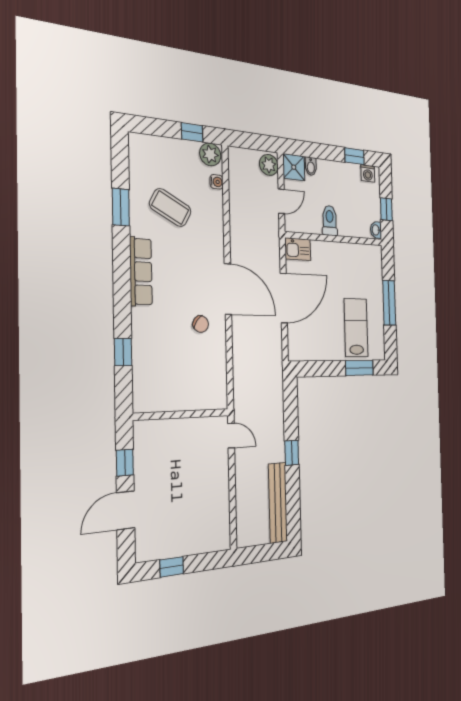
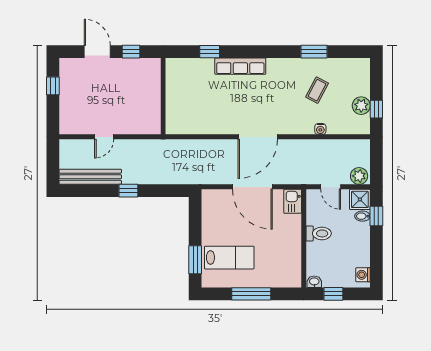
plant: (210, 154) -> (361, 106), moved
window: (354, 156) -> (376, 216), moved
water cooler: (217, 182) -> (320, 129), moved
coffee table: (170, 208) -> (317, 90), width x0.73, depth x0.77
row of seats: (141, 272) -> (240, 66), moved
chair: (201, 324) -> (230, 113), removed
door: (231, 436) -> (104, 137), moved

